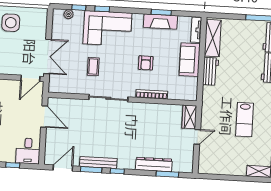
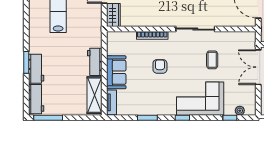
window: (102, 9) -> (182, 118), moved
fireplace: (160, 22) -> (148, 109), removed

